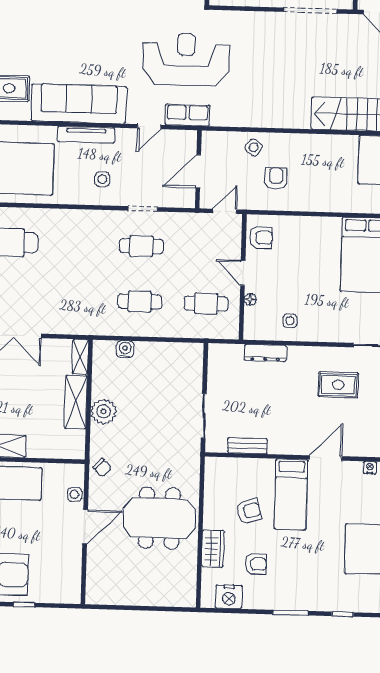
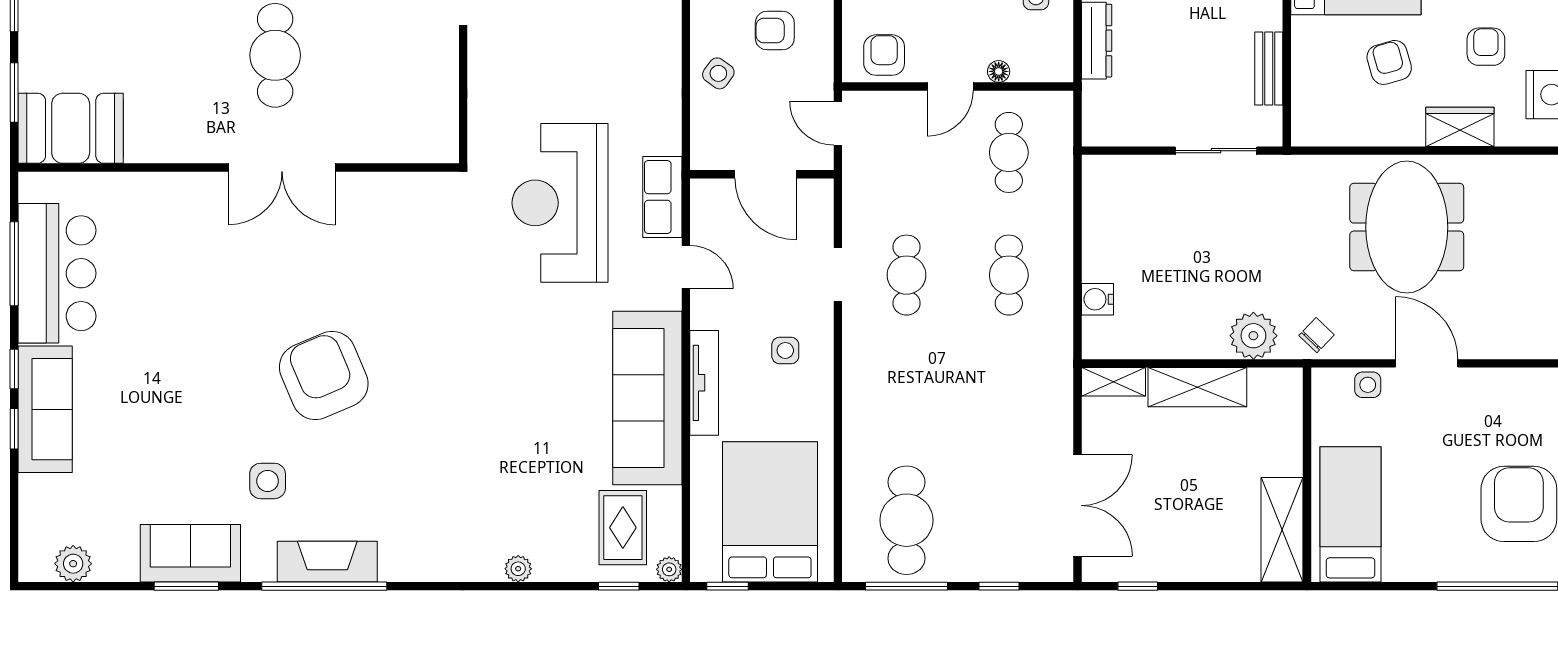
plant: (103, 411) -> (1253, 336), moved

